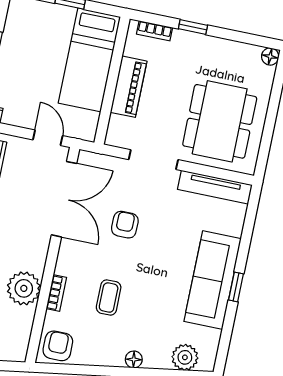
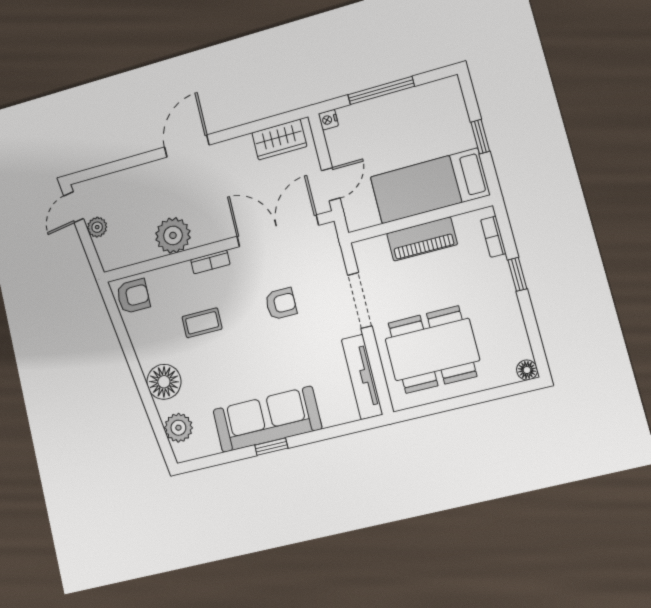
double door: (64, 199) -> (278, 231), swing flipped
bookcase: (56, 293) -> (210, 262), moved
floor lamp: (134, 359) -> (164, 382), width x1.89, depth x1.89

